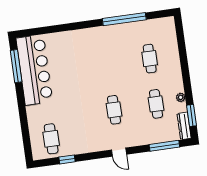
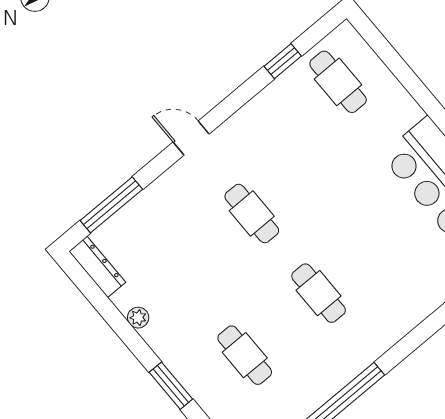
cafe table: (156, 104) -> (319, 293), moved
window: (191, 115) -> (171, 386), moved

